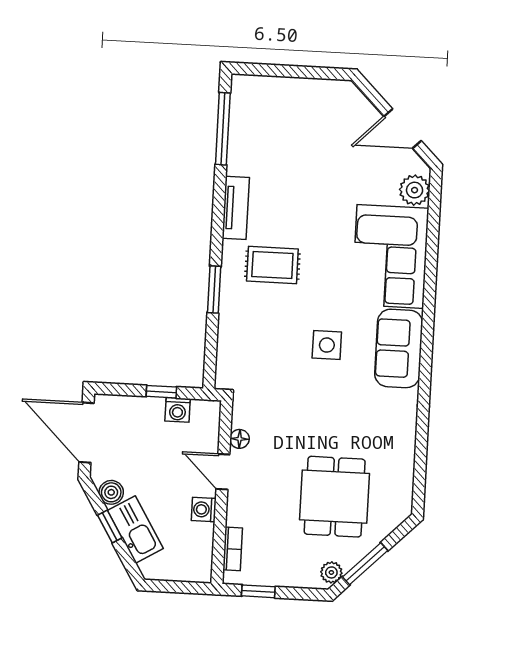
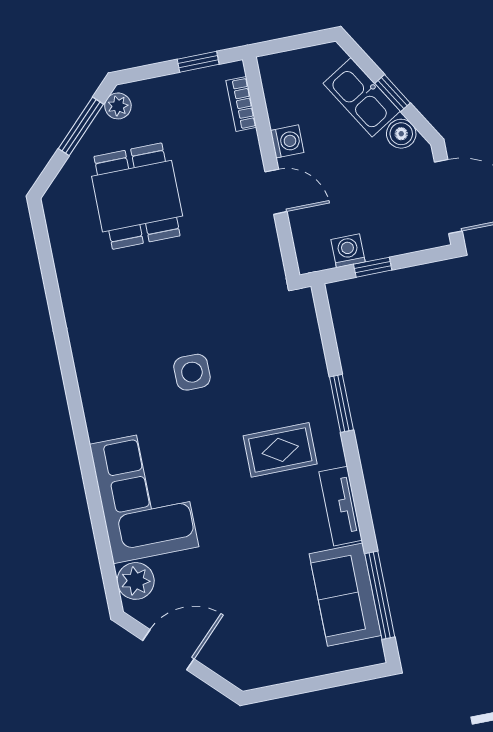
sofa: (399, 348) -> (345, 595), moved, turned 180
floor lamp: (240, 439) -> (266, 235), removed

